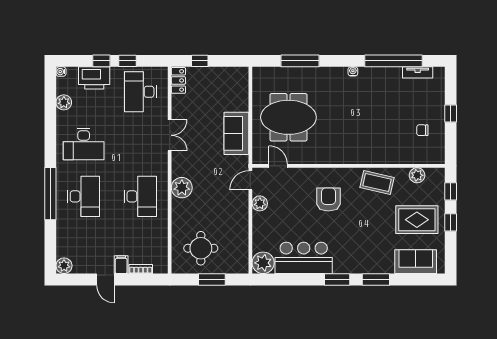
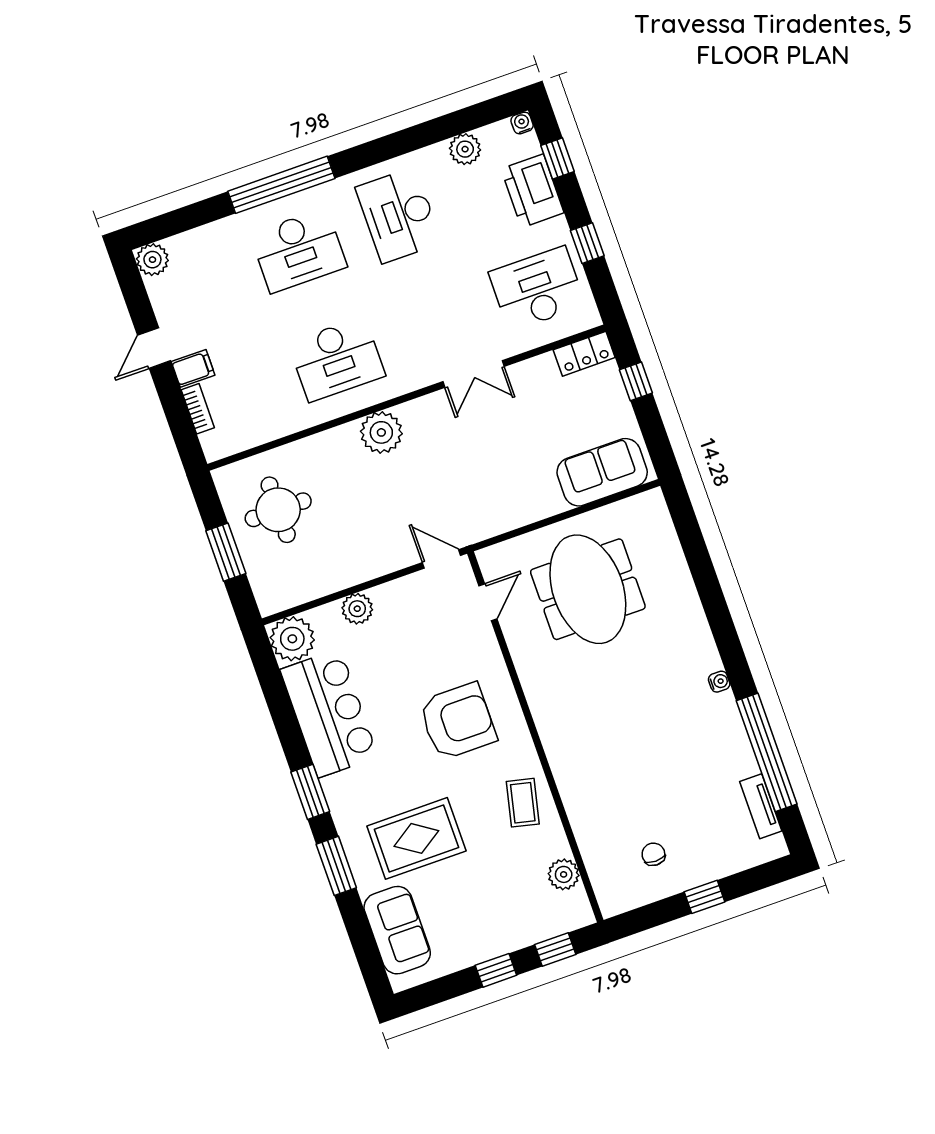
window: (101, 61) -> (557, 158), moved
window: (300, 61) -> (704, 573), removed
sofa: (236, 133) -> (602, 472), moved
coffee table: (377, 183) -> (523, 803), width x0.73, depth x0.77
armchair: (328, 199) -> (458, 721), width x1.36, depth x1.36
plant: (260, 203) -> (357, 609), moved
rug: (417, 220) -> (416, 838), moved, turned 90

